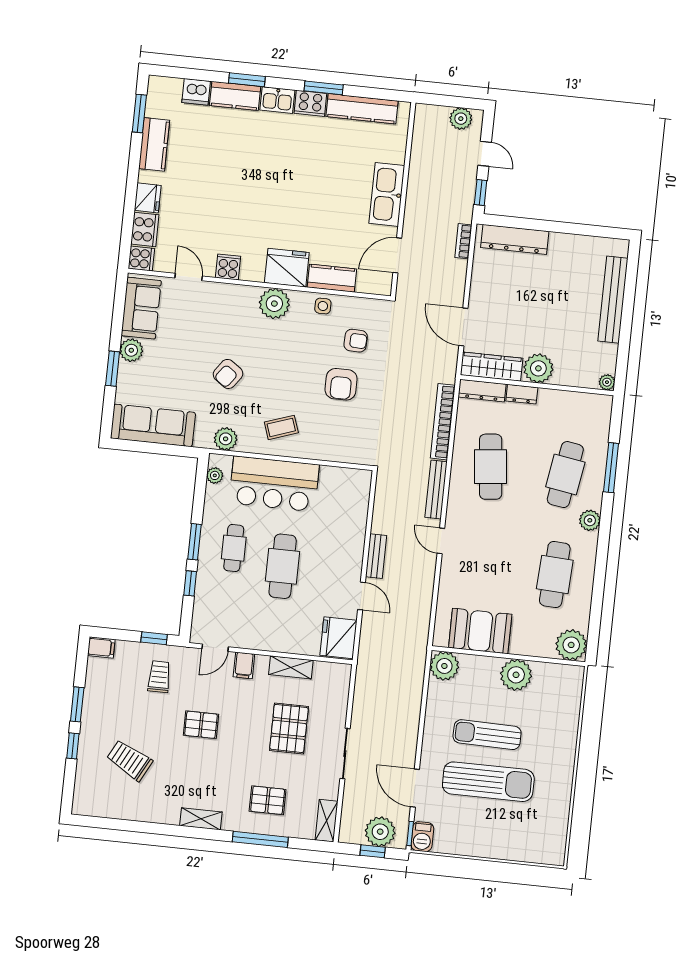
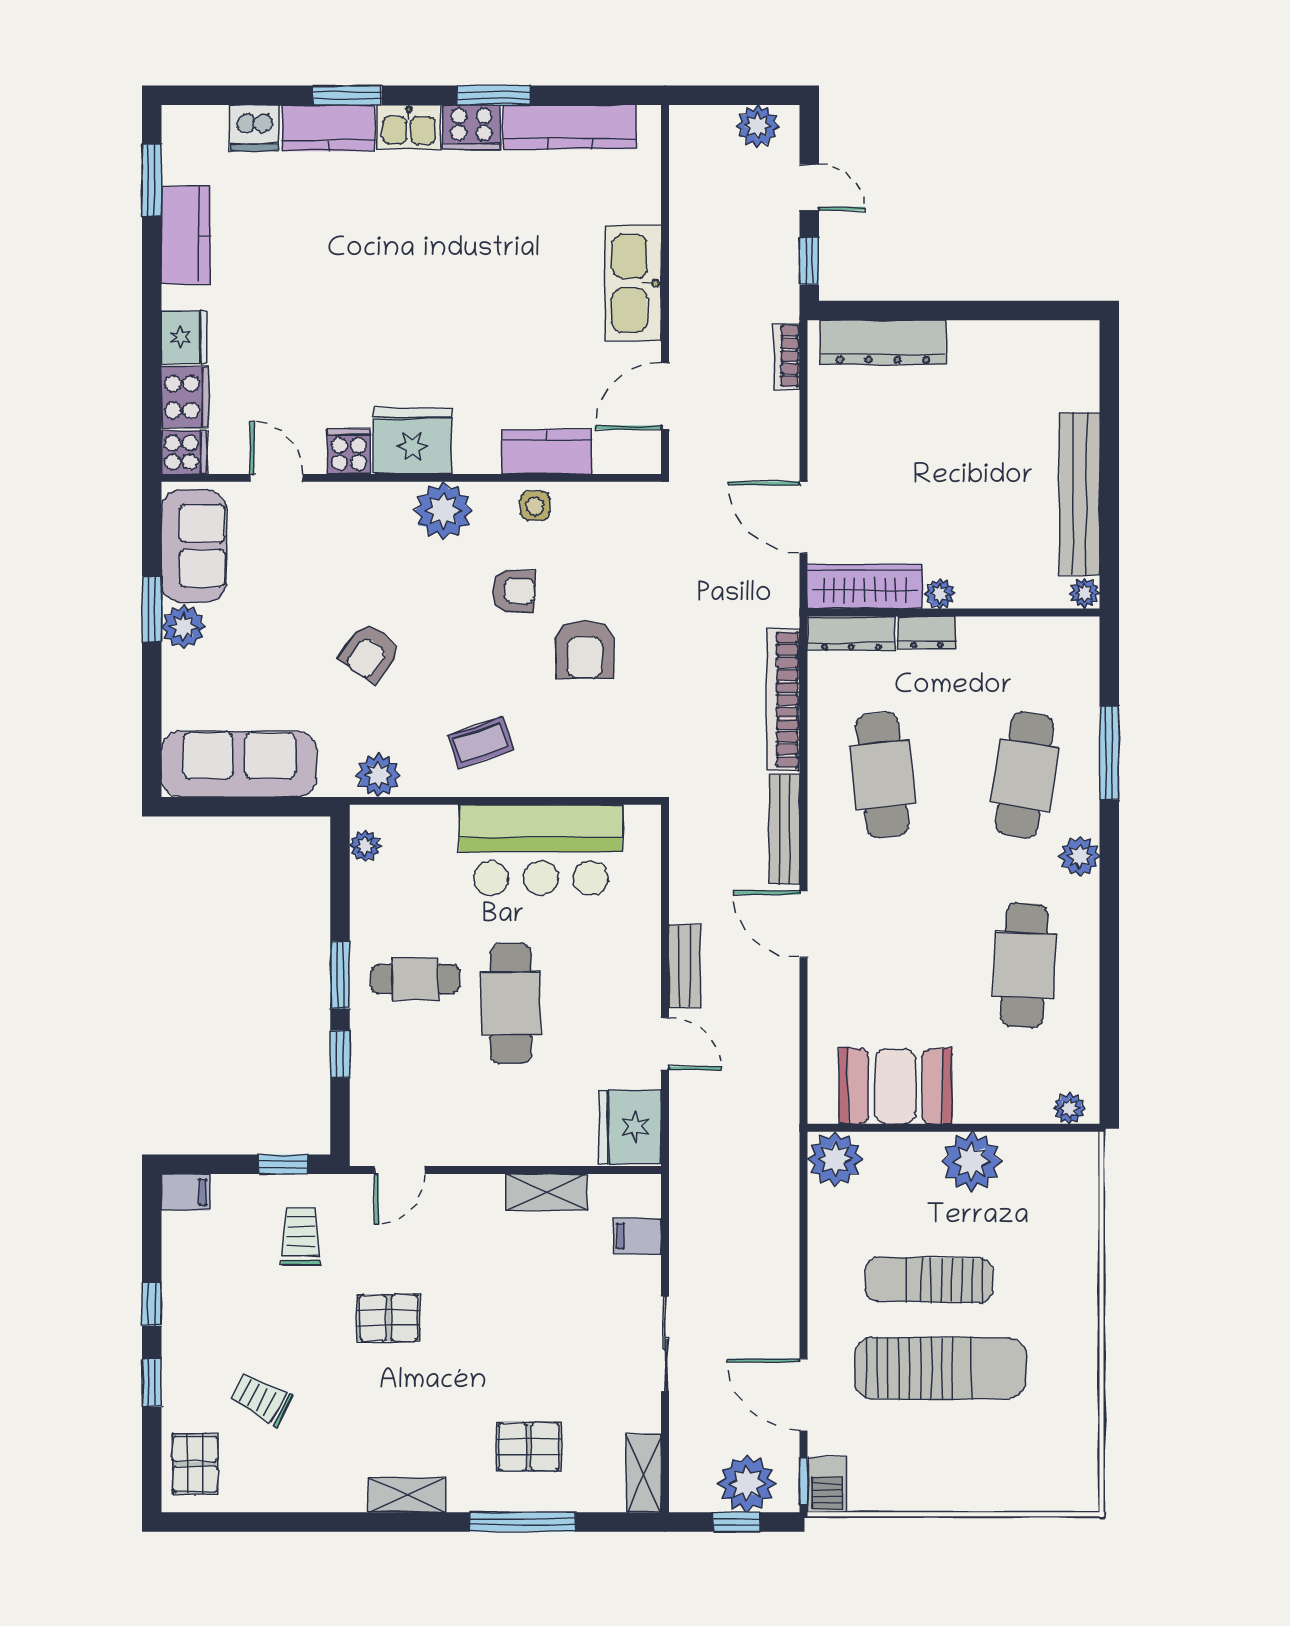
fridge: (287, 268) -> (413, 441), moved
bench: (613, 300) -> (1079, 494), moved
armchair: (356, 341) -> (514, 591), moved
plant: (538, 368) -> (940, 594), width x0.53, depth x0.53
window: (113, 369) -> (152, 609), moved
bar counter: (274, 484) -> (541, 850), moved
door: (441, 541) -> (804, 924), width x1.38
cafe table: (234, 548) -> (415, 979), turned 90
plant: (571, 645) -> (1069, 1108), width x0.53, depth x0.53
filing cabinet: (244, 665) -> (637, 1236), moved, turned 90
window: (77, 704) -> (152, 1304), width x0.67
pallet: (289, 728) -> (195, 1464), moved, width x0.67, depth x0.71
trolley: (129, 760) -> (261, 1399), width x0.73, depth x0.72

